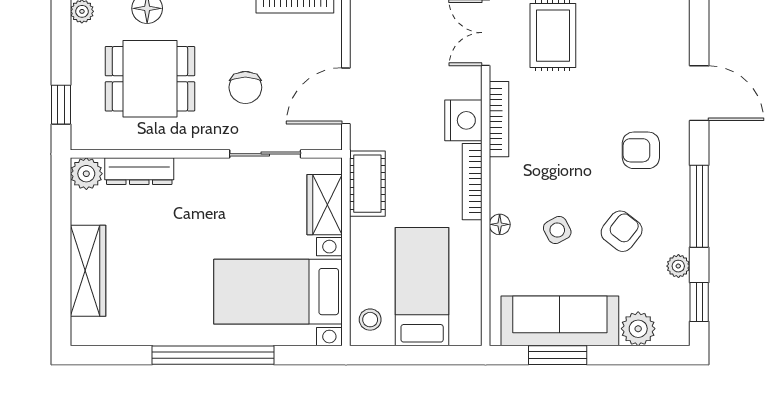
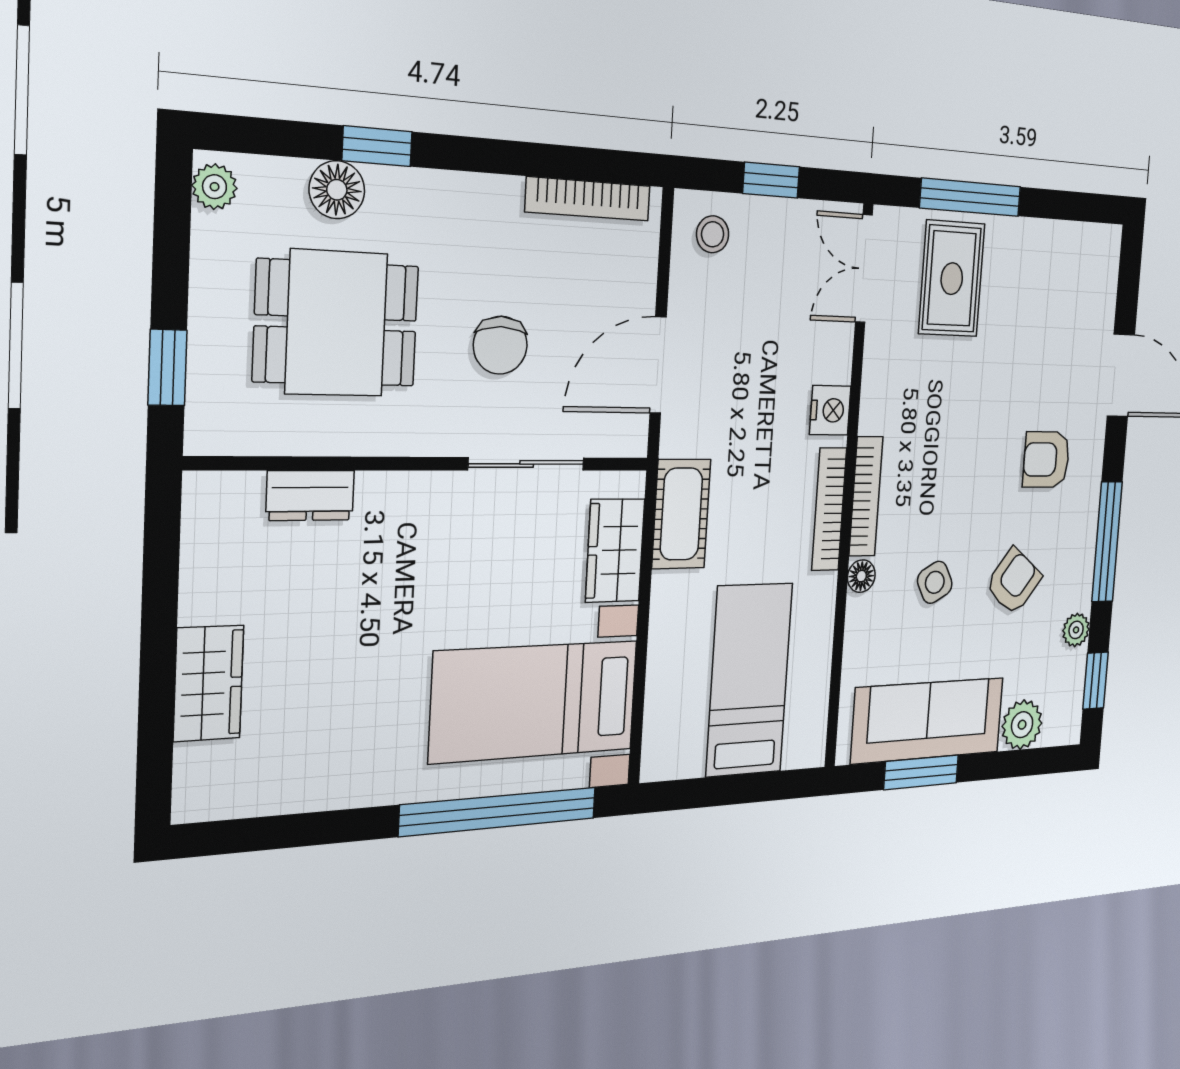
bookcase: (499, 119) -> (866, 496), moved
nightstand: (463, 120) -> (830, 410), width x0.74, depth x0.75
dresser: (139, 171) -> (310, 495), width x0.70
plant: (86, 174) -> (212, 501), removed
wardrobe: (88, 271) -> (209, 683), width x0.67
stool: (370, 320) -> (713, 234), moved
window: (213, 355) -> (499, 812), moved

